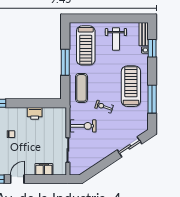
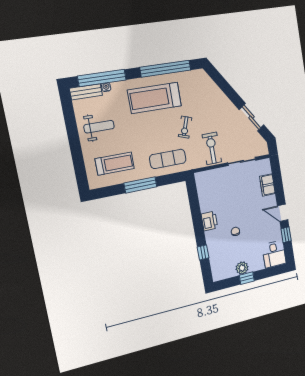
treadmill: (86, 45) -> (115, 164), width x0.73, depth x0.73
window: (152, 48) -> (102, 78), width x2.11
window: (152, 99) -> (166, 69), width x1.46
printer: (35, 113) -> (209, 221), moved
sliding door: (130, 147) -> (252, 117), moved

